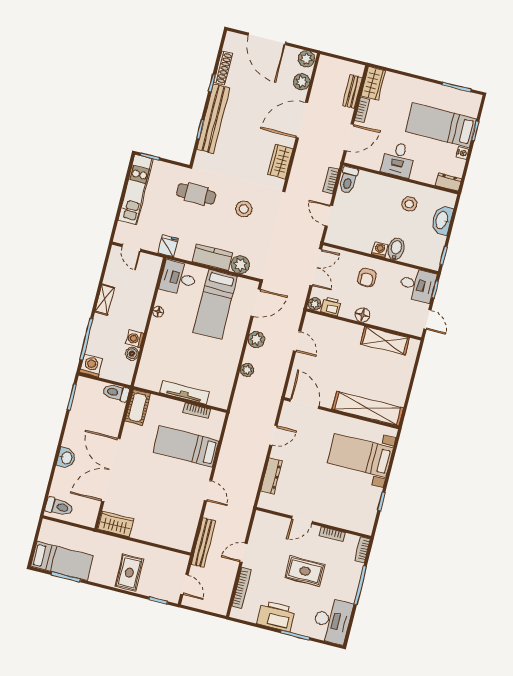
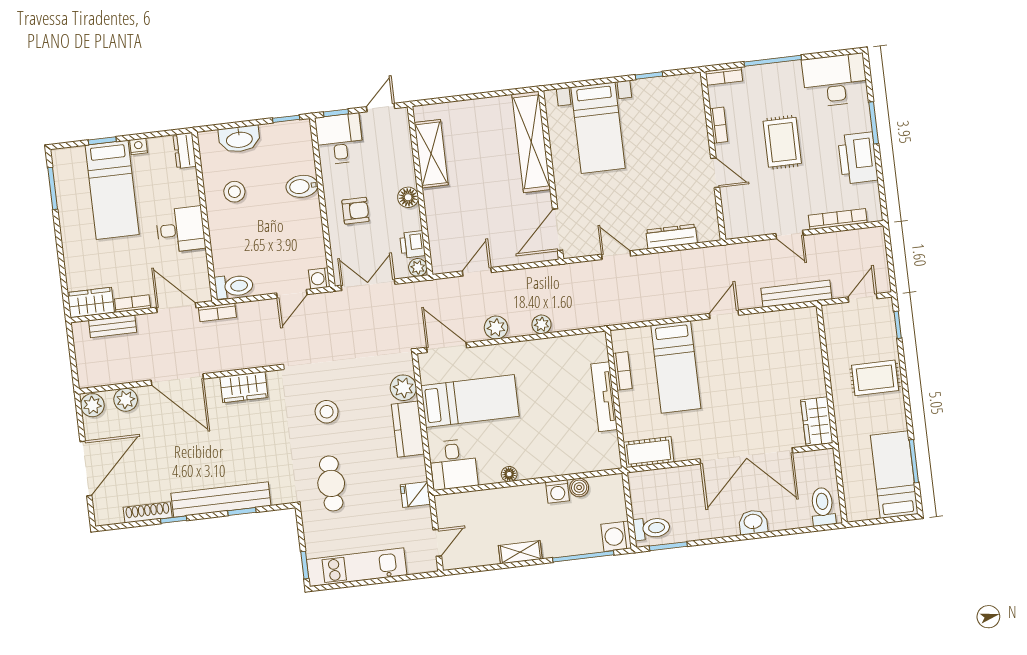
bookcase: (331, 180) -> (217, 312), moved
washing machine: (380, 249) -> (319, 278), moved
toilet: (116, 393) -> (652, 528), moved, turned -90

